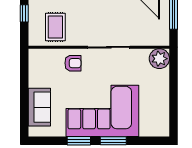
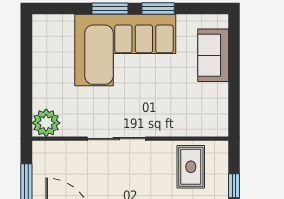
armchair: (73, 63) -> (166, 116), removed

